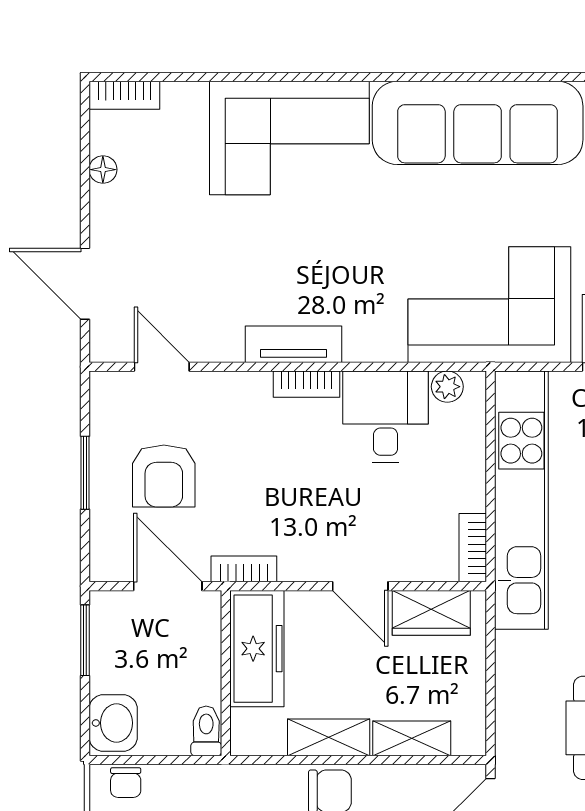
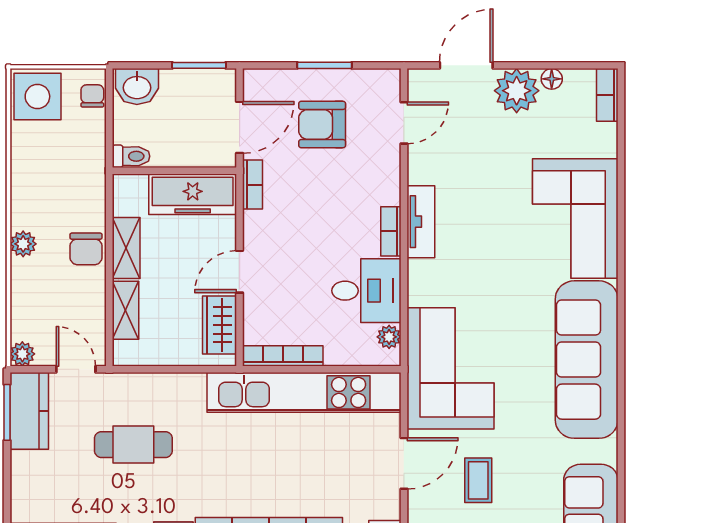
plant: (119, 216) -> (517, 91), added
bookcase: (473, 548) -> (283, 356), width x1.56
chair: (126, 783) -> (92, 96), turned 90

